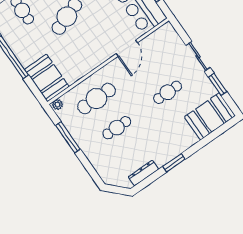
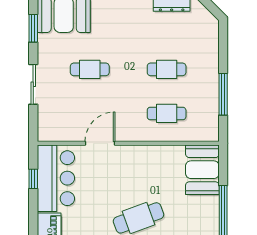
window: (218, 84) -> (33, 28), moved
cafe table: (96, 99) -> (167, 113), width x0.73, depth x0.74
plant: (57, 105) -> (210, 135), removed

